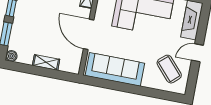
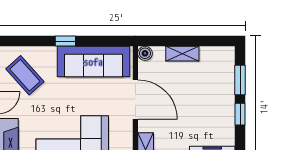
boiler: (11, 56) -> (145, 53), moved
window: (133, 89) -> (65, 41), added

